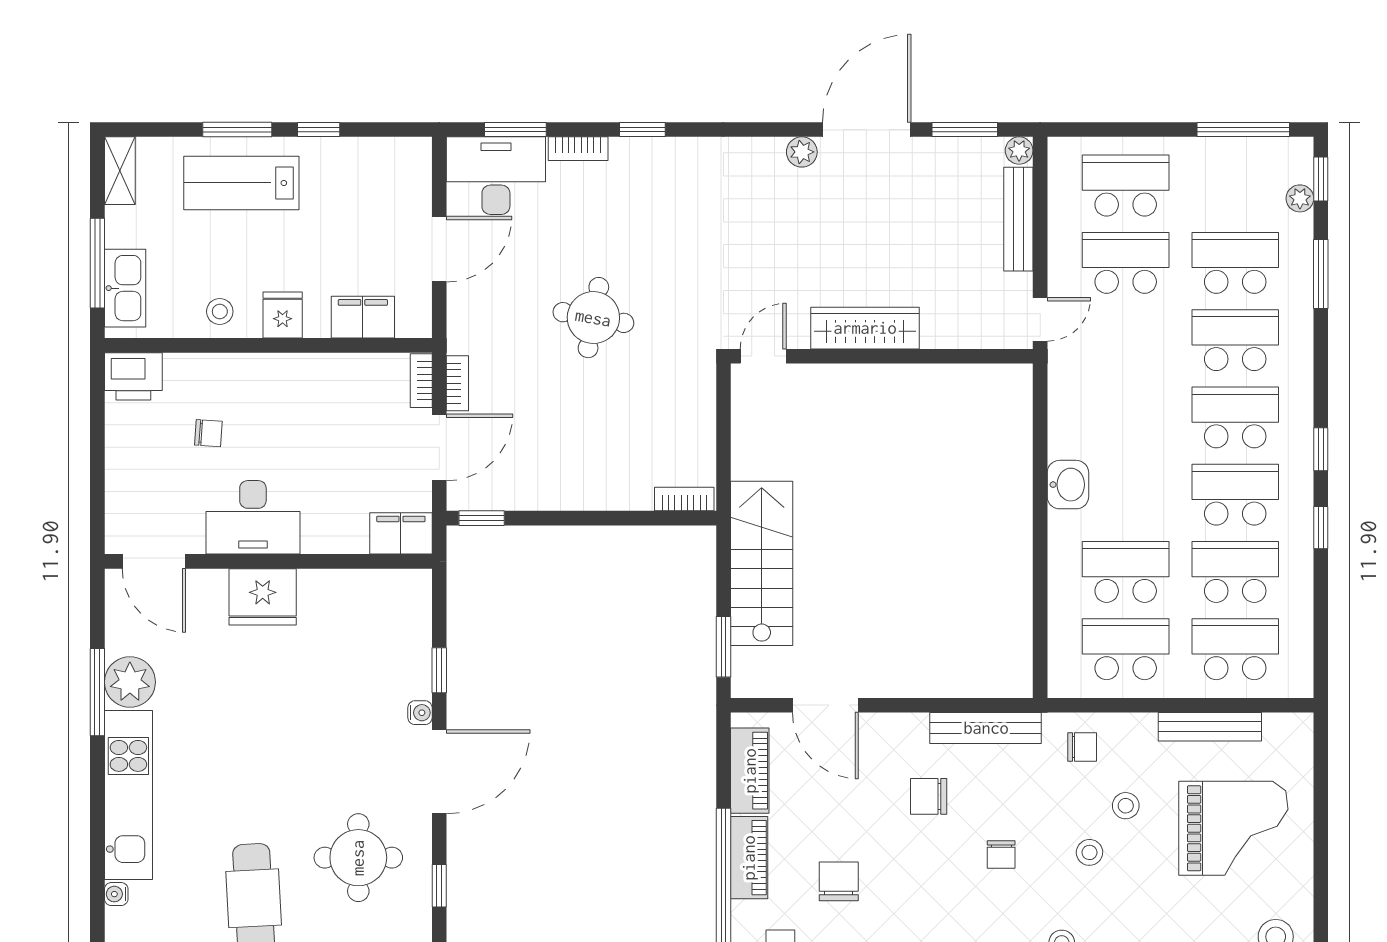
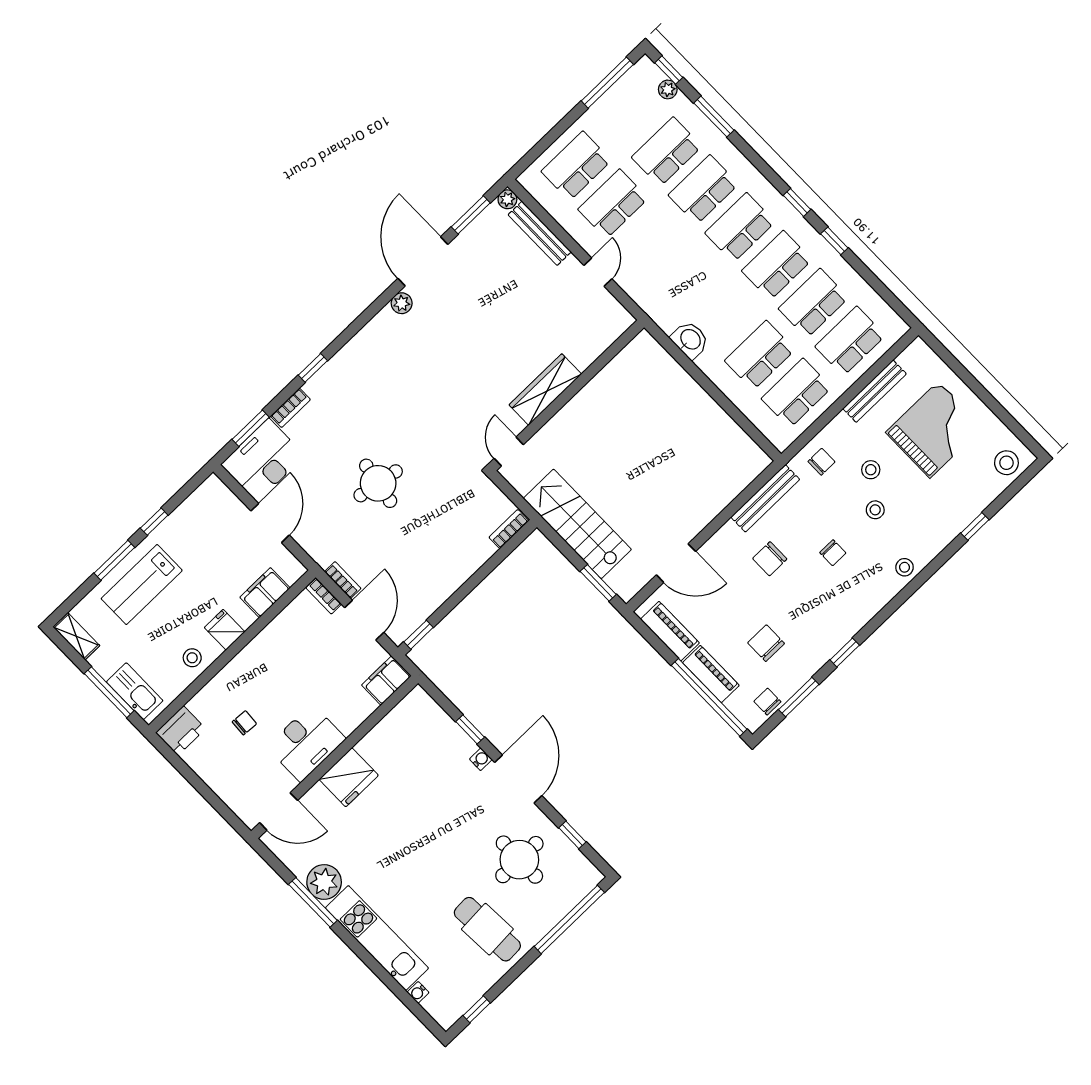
wardrobe: (865, 328) -> (545, 389), moved
door: (763, 356) -> (509, 452), moved
wall: (882, 356) -> (567, 395), moved

